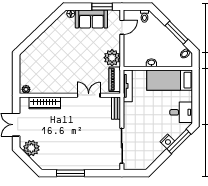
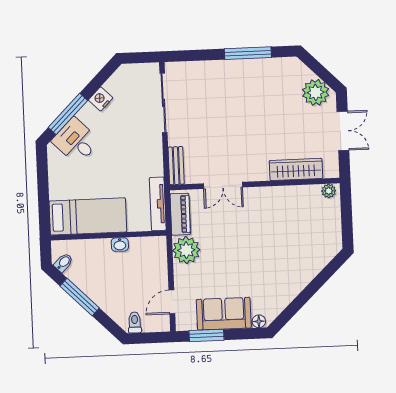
desk: (181, 112) -> (76, 141), moved, turned 45
nightstand: (167, 141) -> (101, 99), moved

